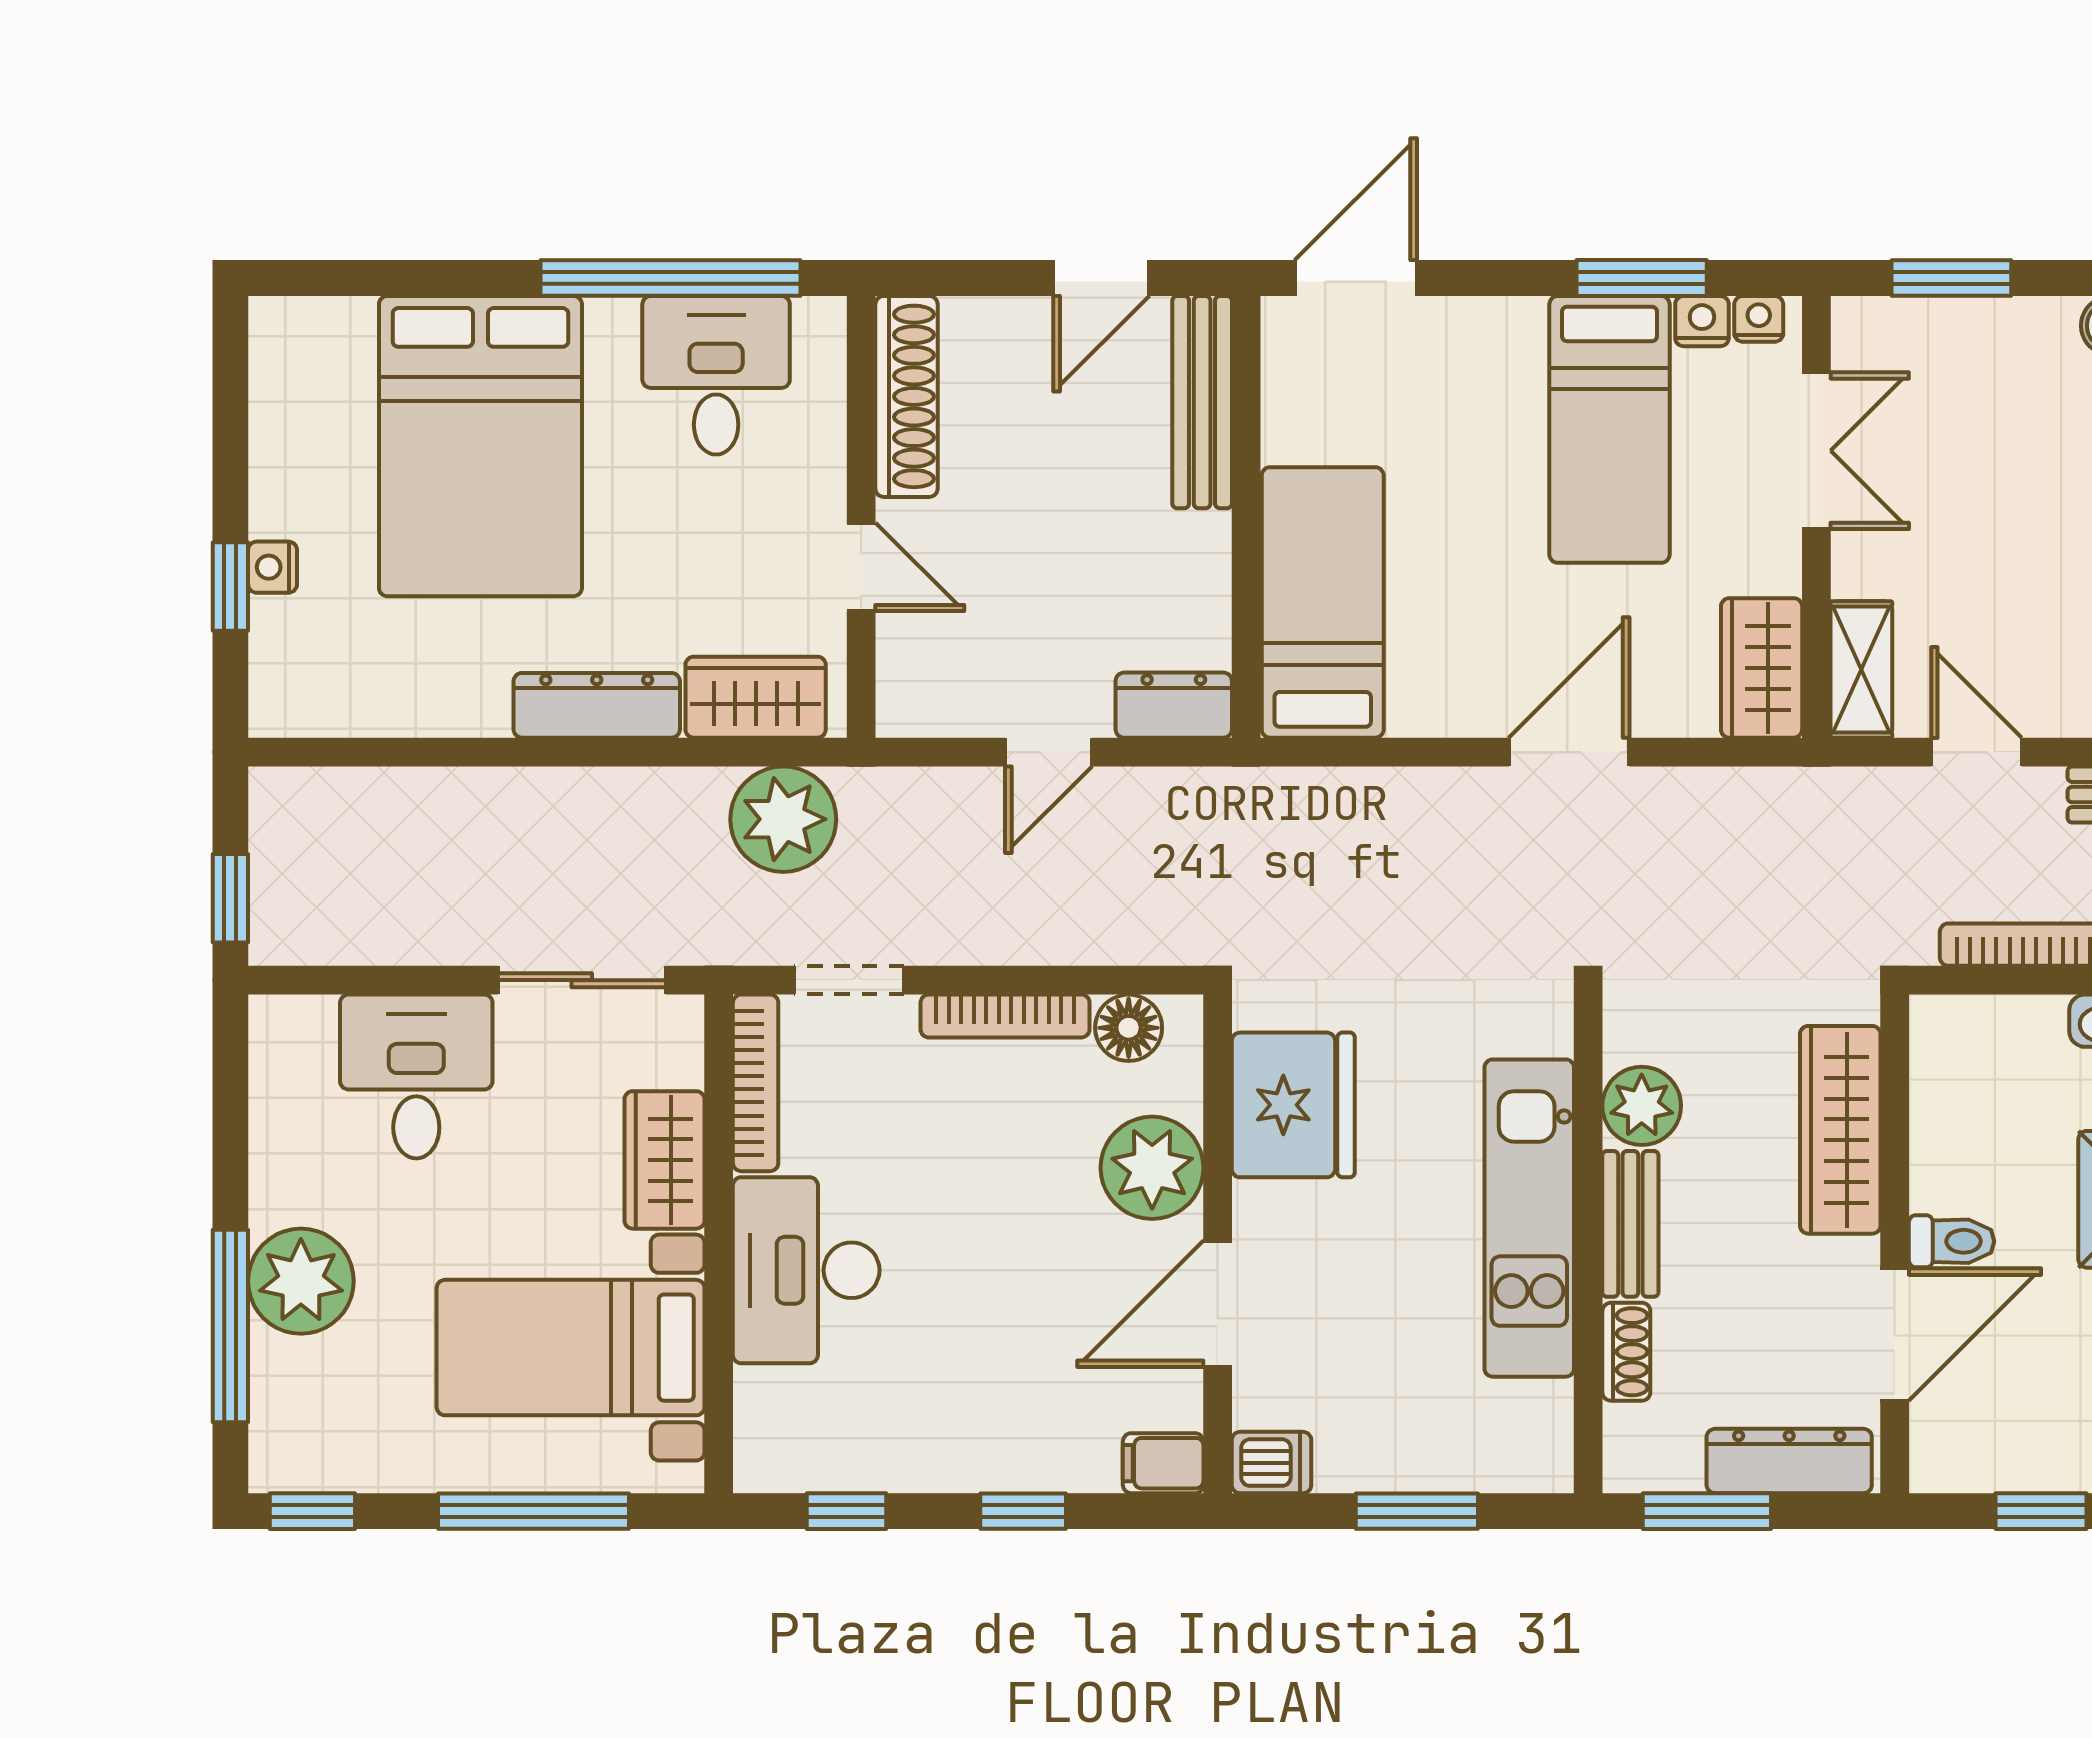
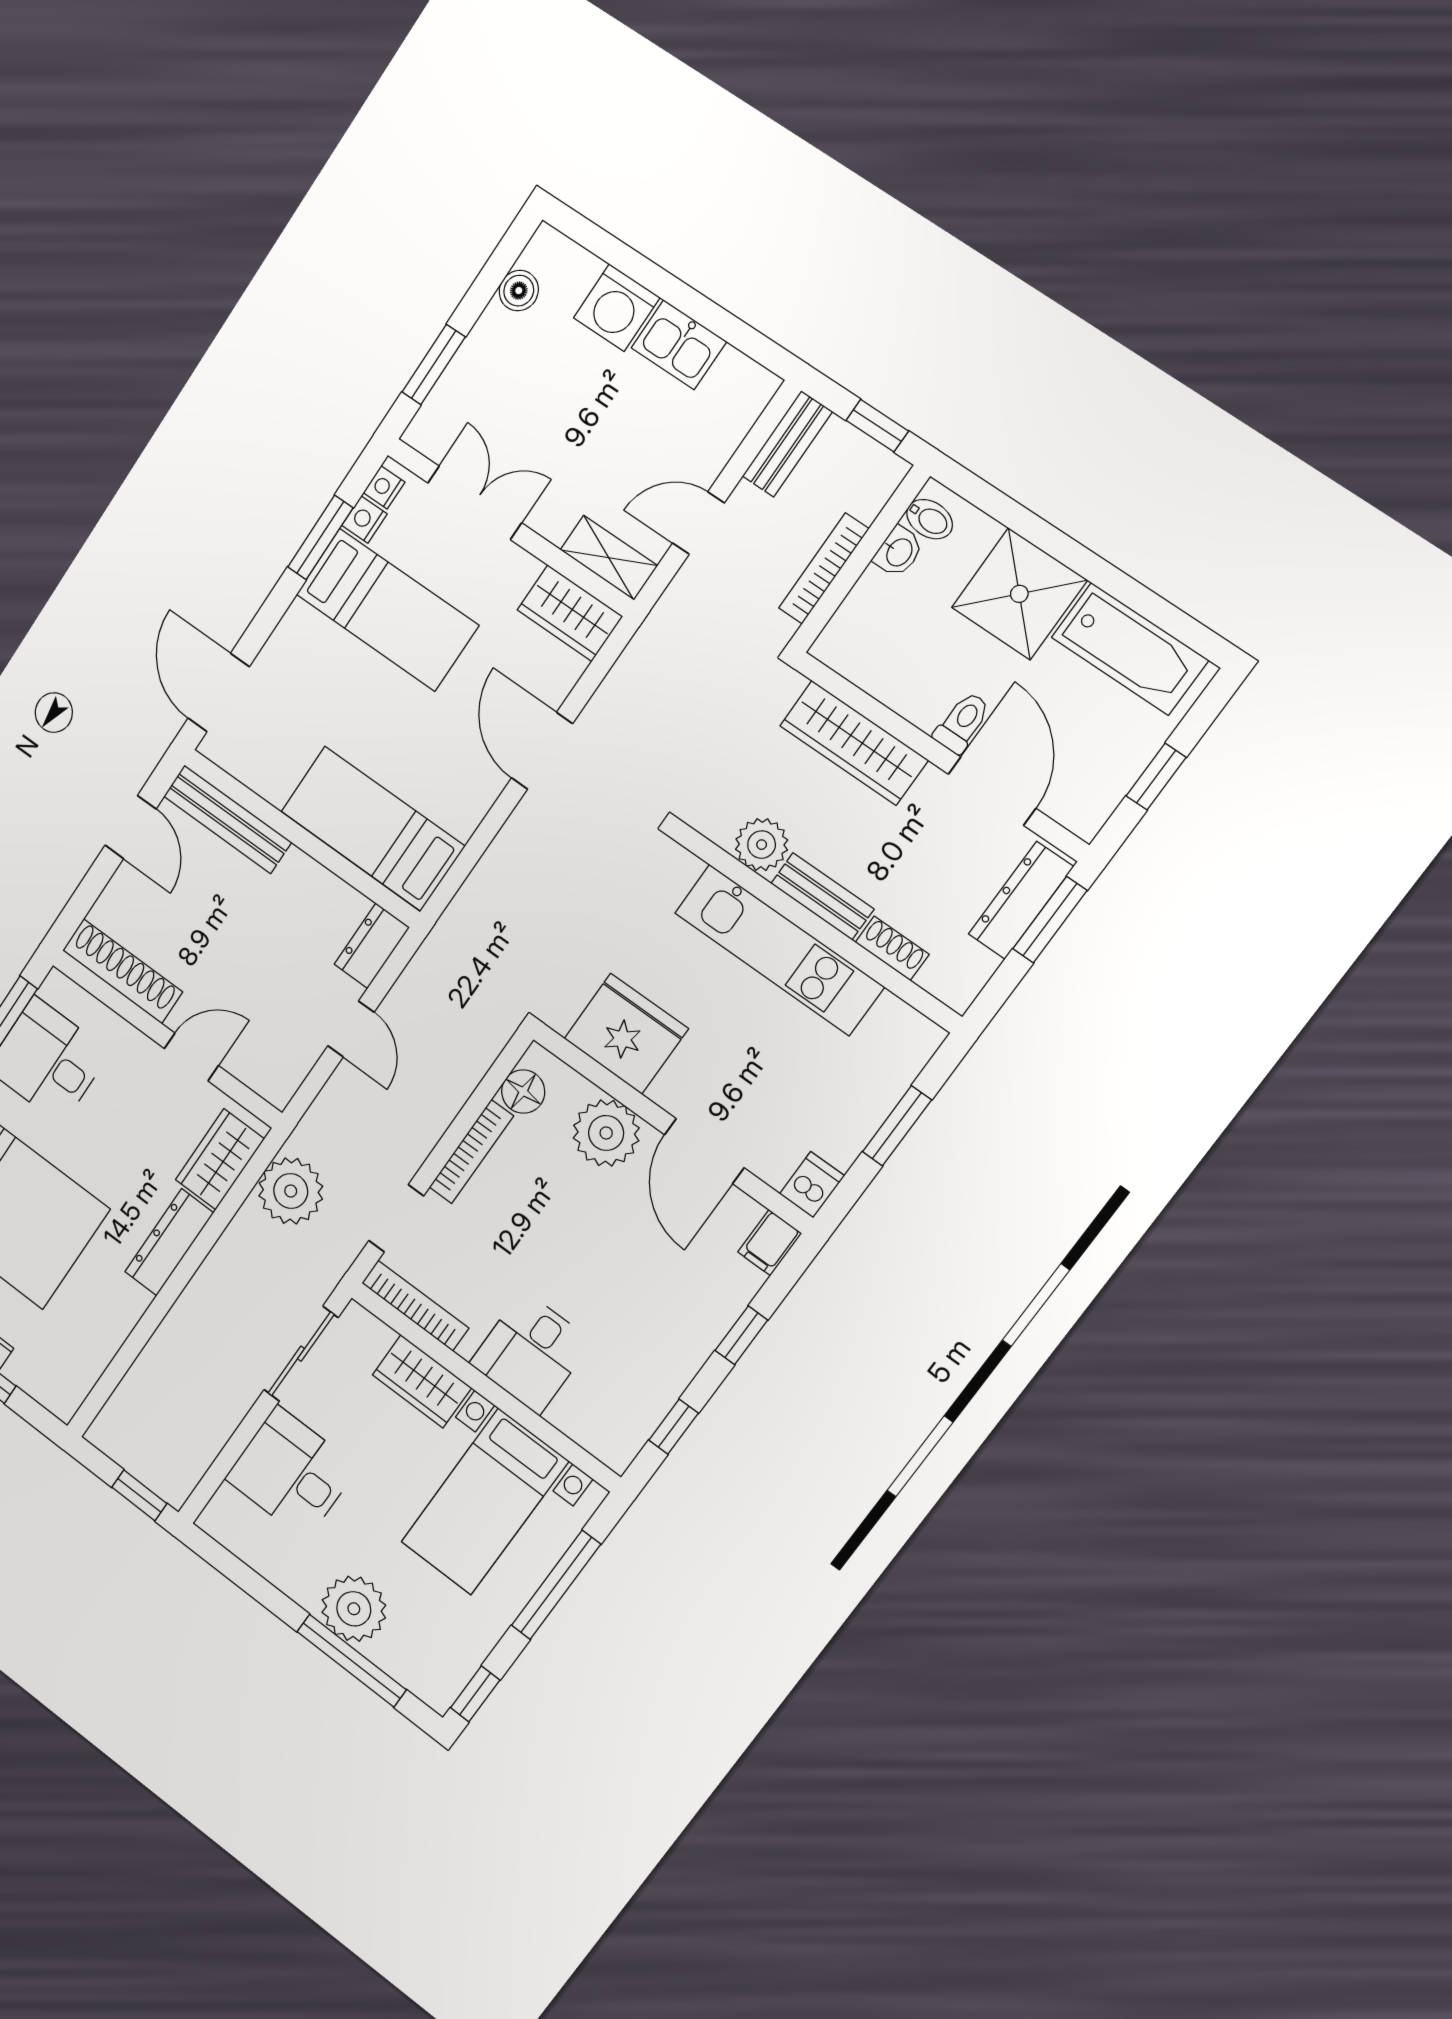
desk: (806, 1270) -> (531, 1352), width x0.73
window: (1707, 1511) -> (1050, 920), moved

